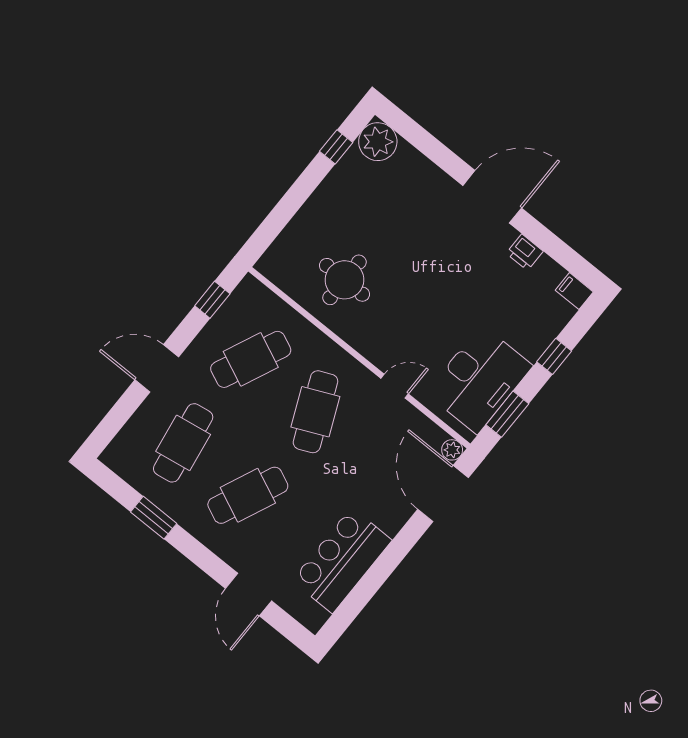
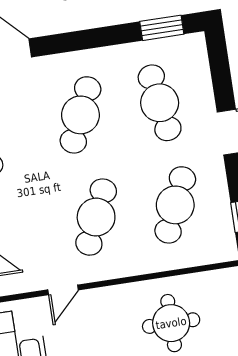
cafe table: (315, 412) -> (96, 217), turned 48
window: (154, 518) -> (162, 28), moved

